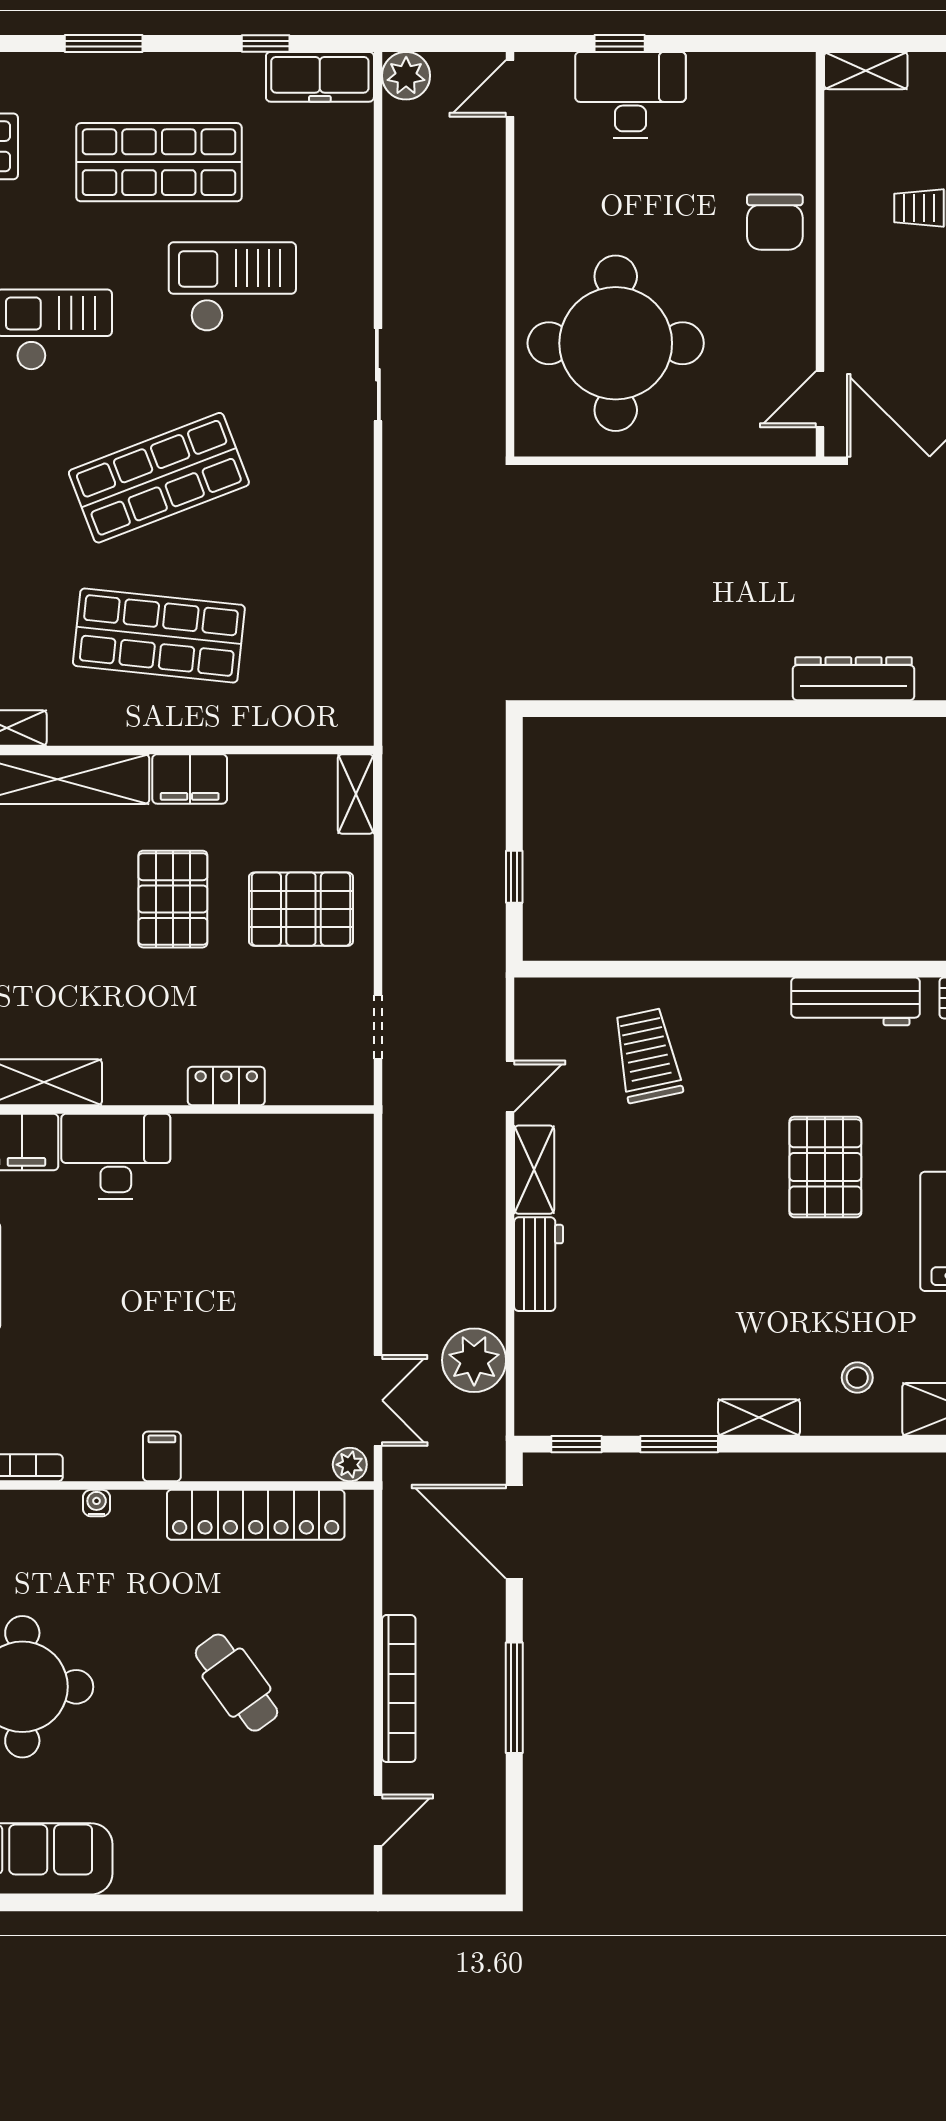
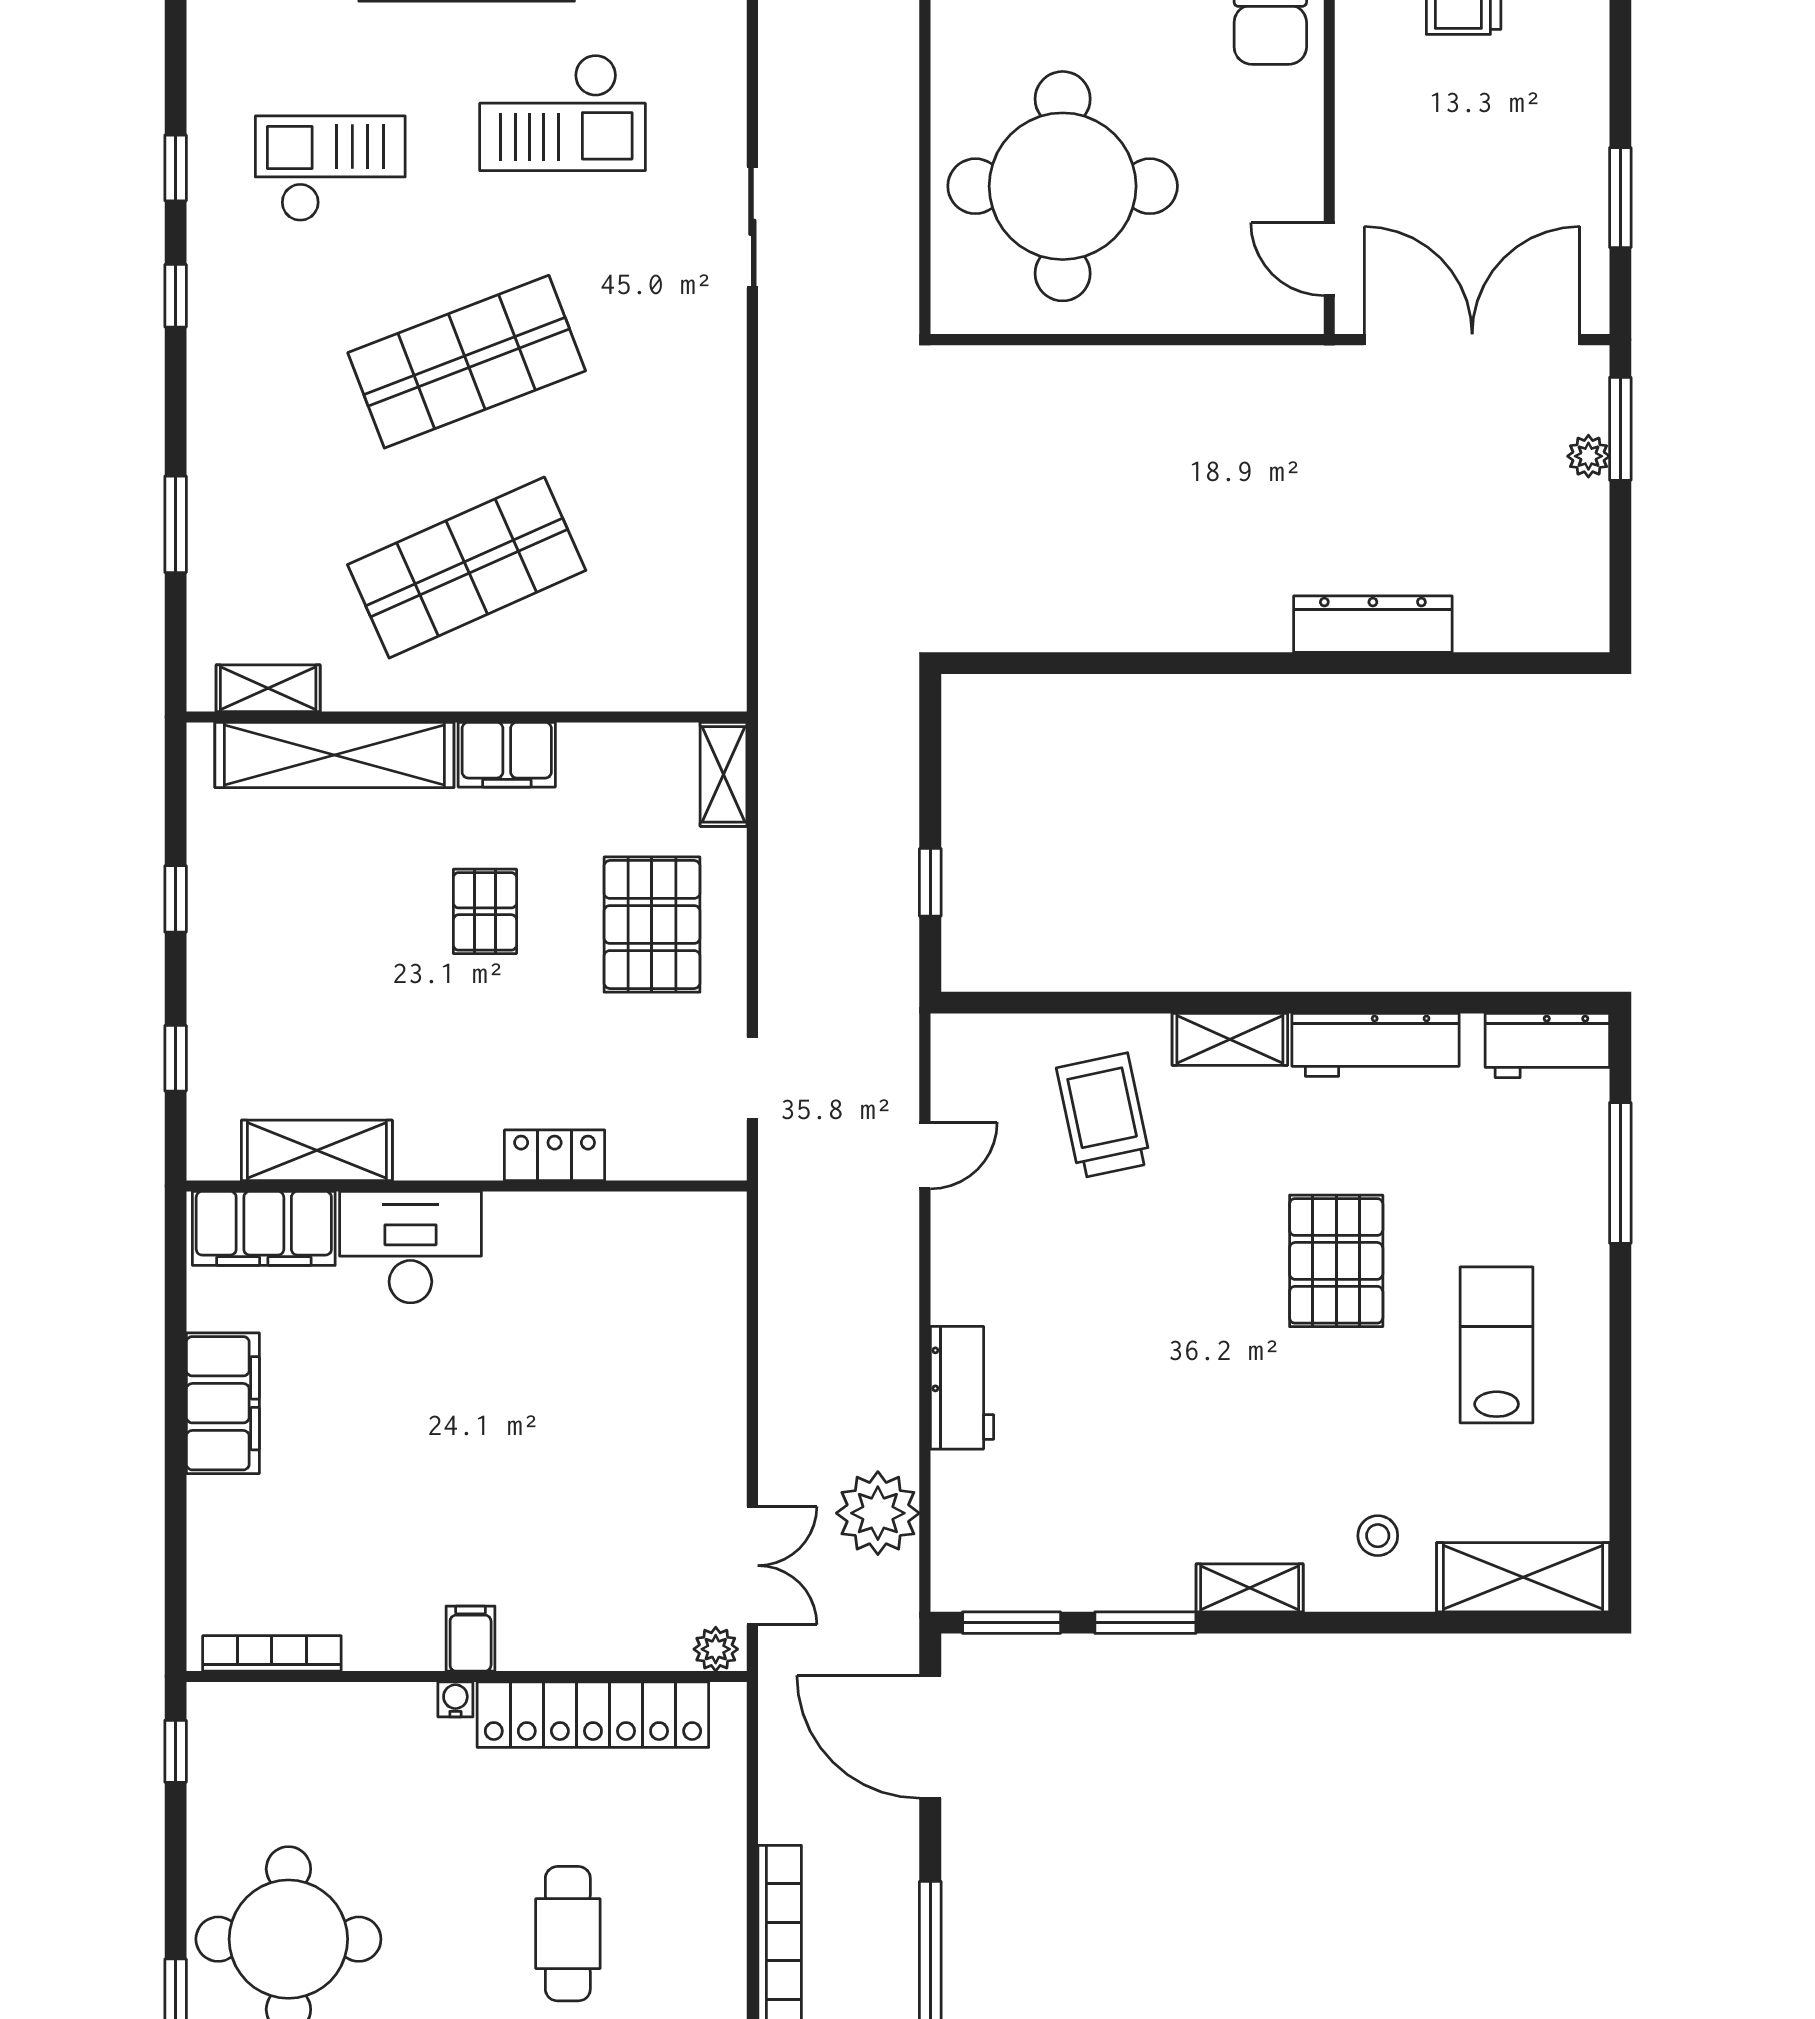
checkout: (232, 287) -> (562, 113), turned 180
door: (820, 399) -> (1329, 259), hinge flipped
shop shelf: (159, 635) -> (467, 568), turned -30
pallet: (173, 899) -> (485, 911), width x0.67, depth x0.71
pallet: (301, 909) -> (652, 925), turned 90
shelving: (534, 1170) -> (1230, 1039), moved, turned 90
window: (577, 1444) -> (1012, 1623), width x1.50
water cooler: (97, 1503) -> (455, 1699), moved
cafe table: (236, 1683) -> (568, 1934), turned 36

